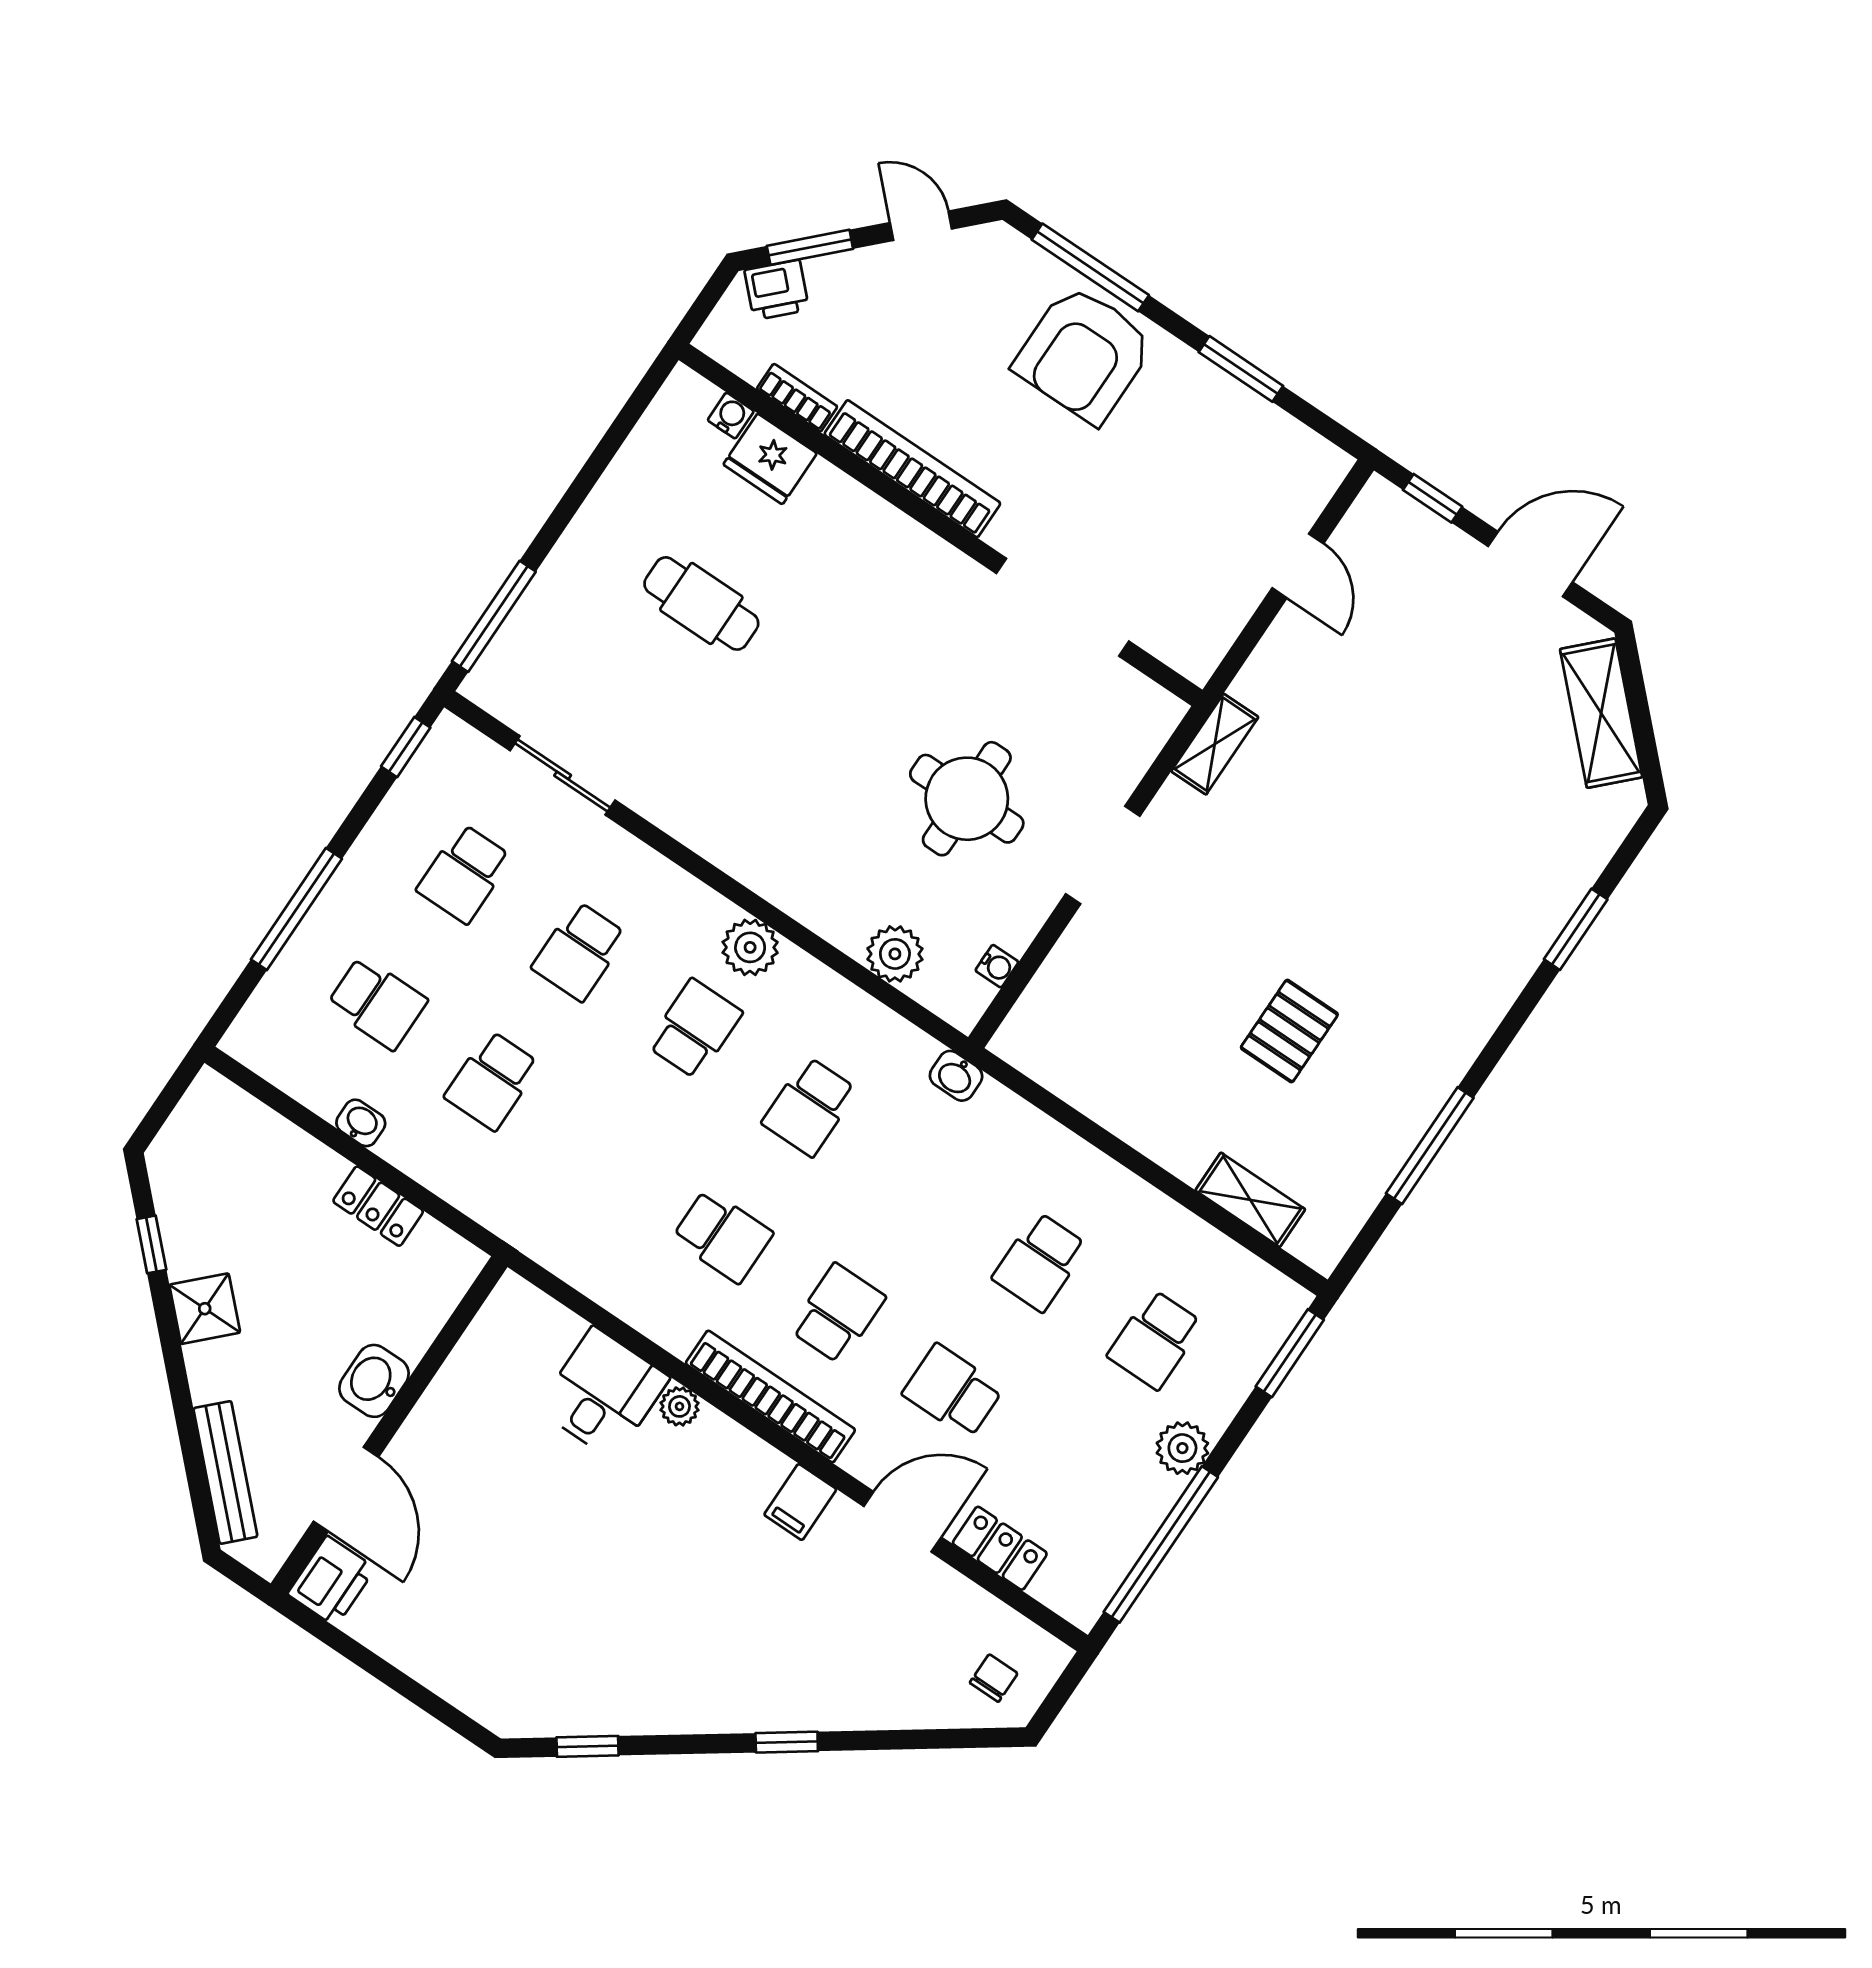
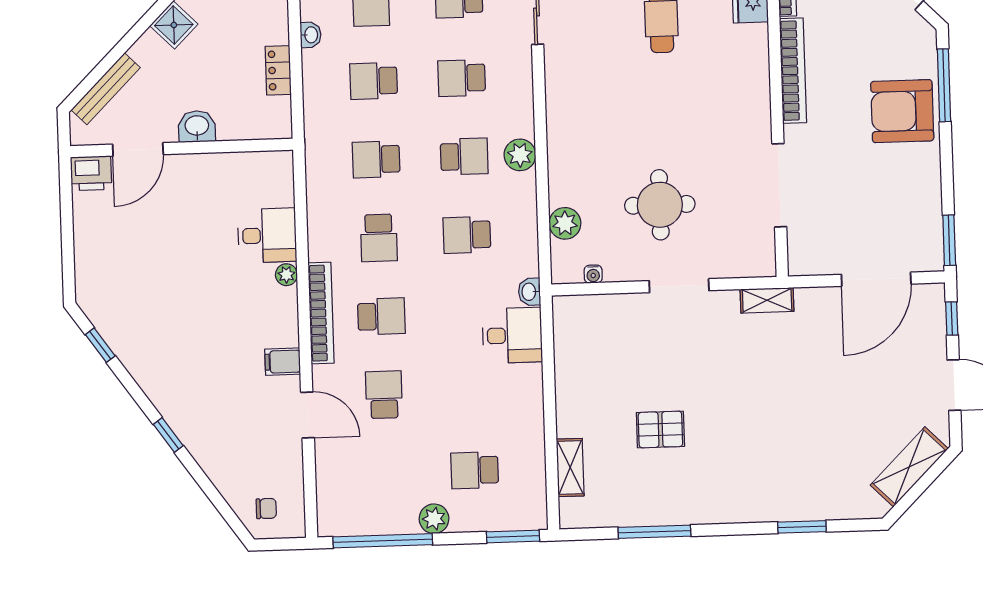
window: (1241, 369) -> (949, 240), moved
door: (1298, 566) -> (876, 279), width x1.88
desk: (1001, 1146) -> (512, 335), added
school desk: (1040, 1262) -> (376, 159), moved
locker: (1000, 1548) -> (328, 468), removed

